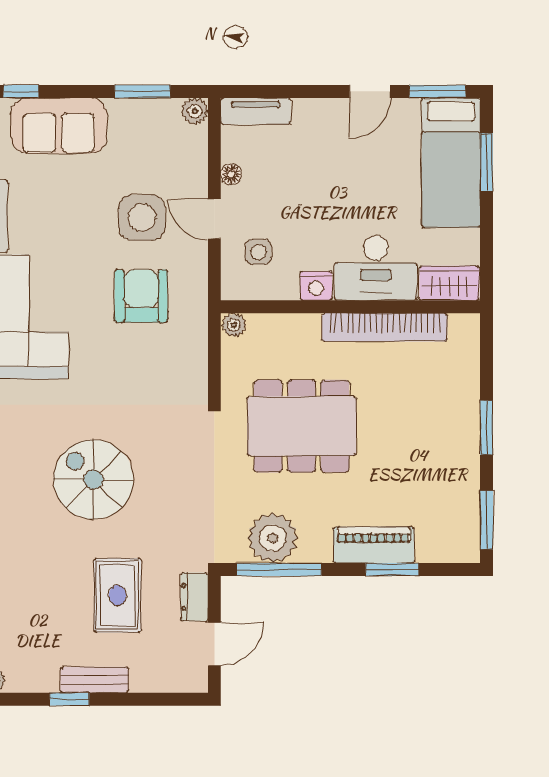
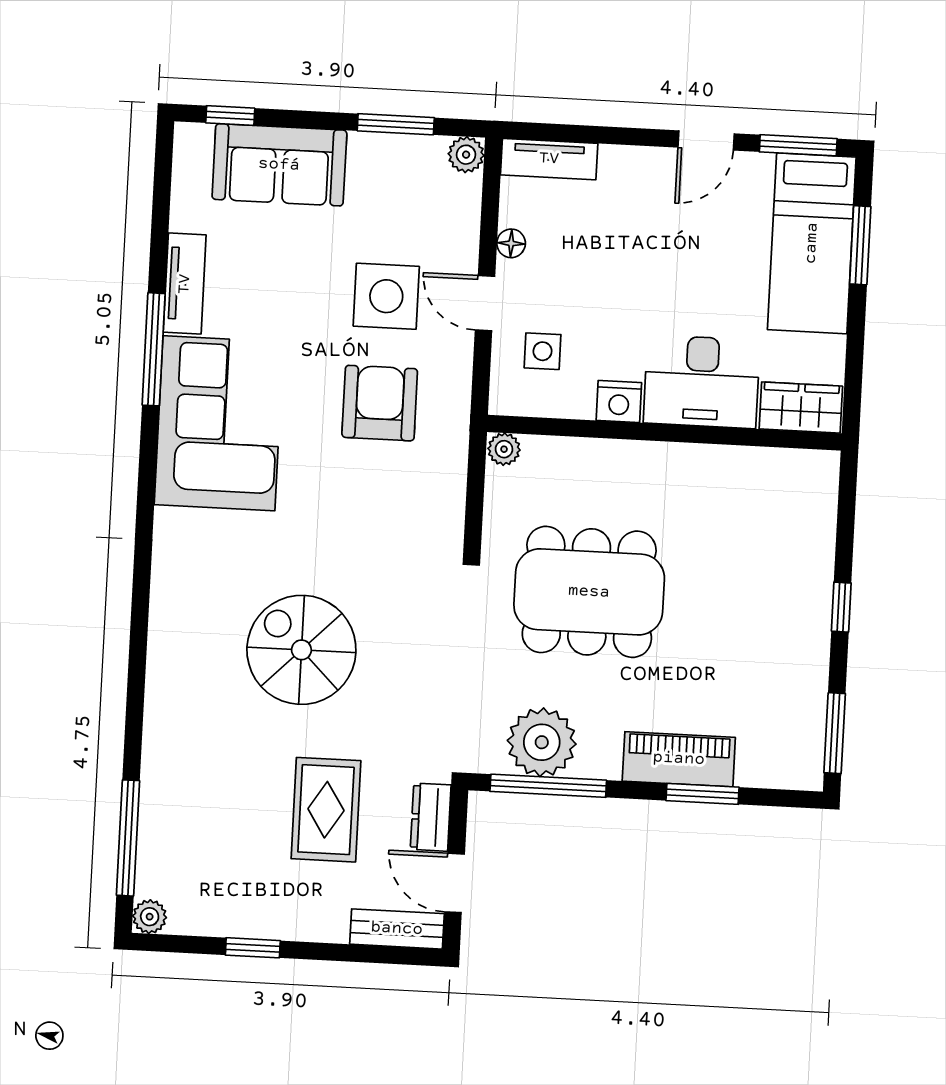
bookcase: (385, 327) -> (709, 463), removed
window: (487, 428) -> (841, 607), width x0.67
door: (214, 644) -> (455, 883), swing flipped
bench: (94, 680) -> (397, 929), moved

